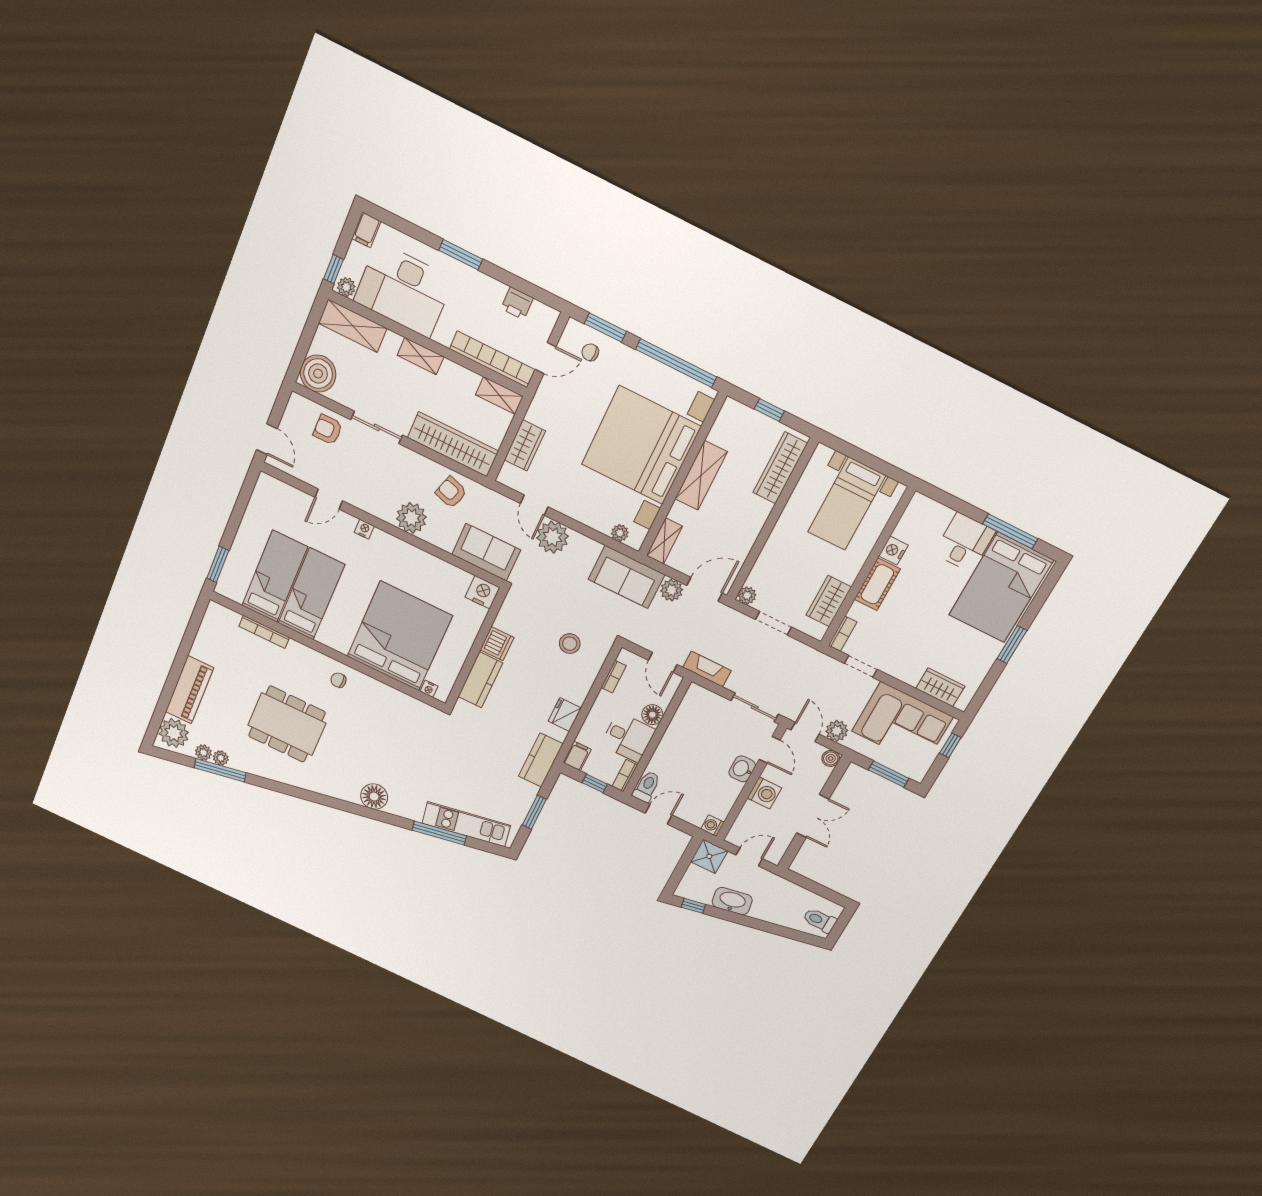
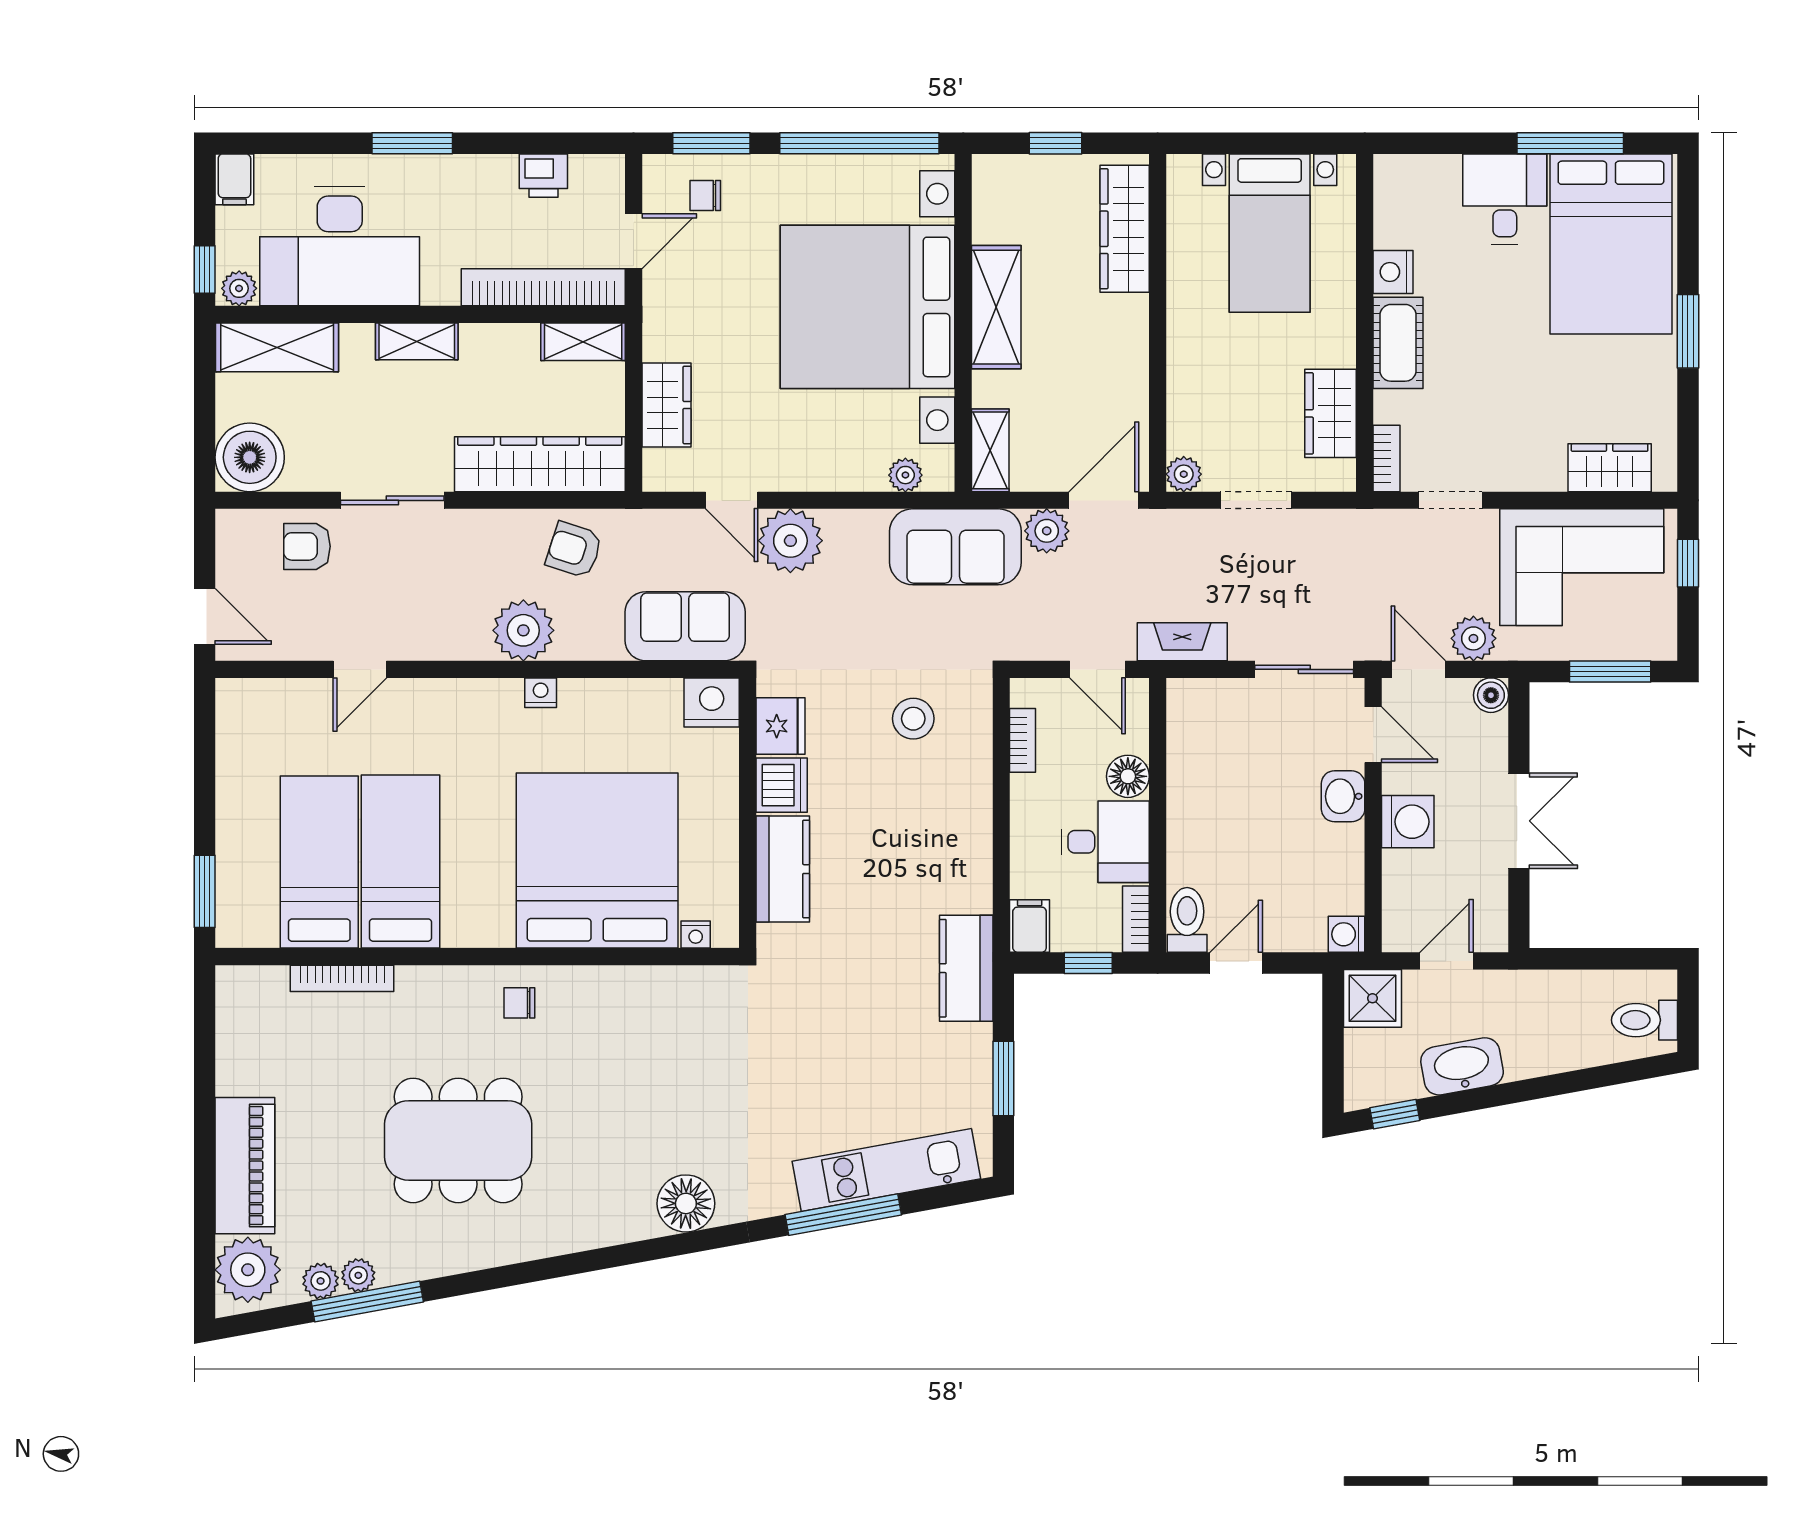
nightstand: (364, 529) -> (541, 693), moved
fridge: (565, 715) -> (781, 726), moved, turned 180

